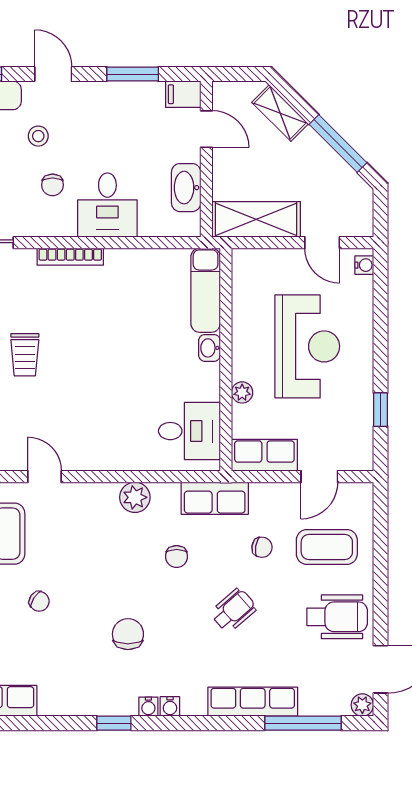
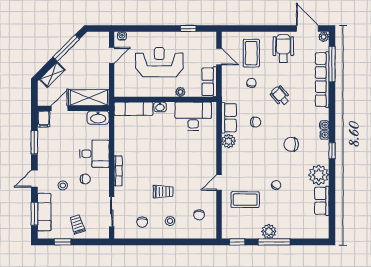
washbasin: (186, 188) -> (98, 118), moved
shelving: (256, 219) -> (89, 98), moved, turned 90
desk: (189, 431) -> (193, 116), width x1.37
row of seats: (215, 498) -> (229, 118), moved
plant: (61, 694) -> (319, 175), added
row of seats: (253, 702) -> (322, 80), width x1.36

